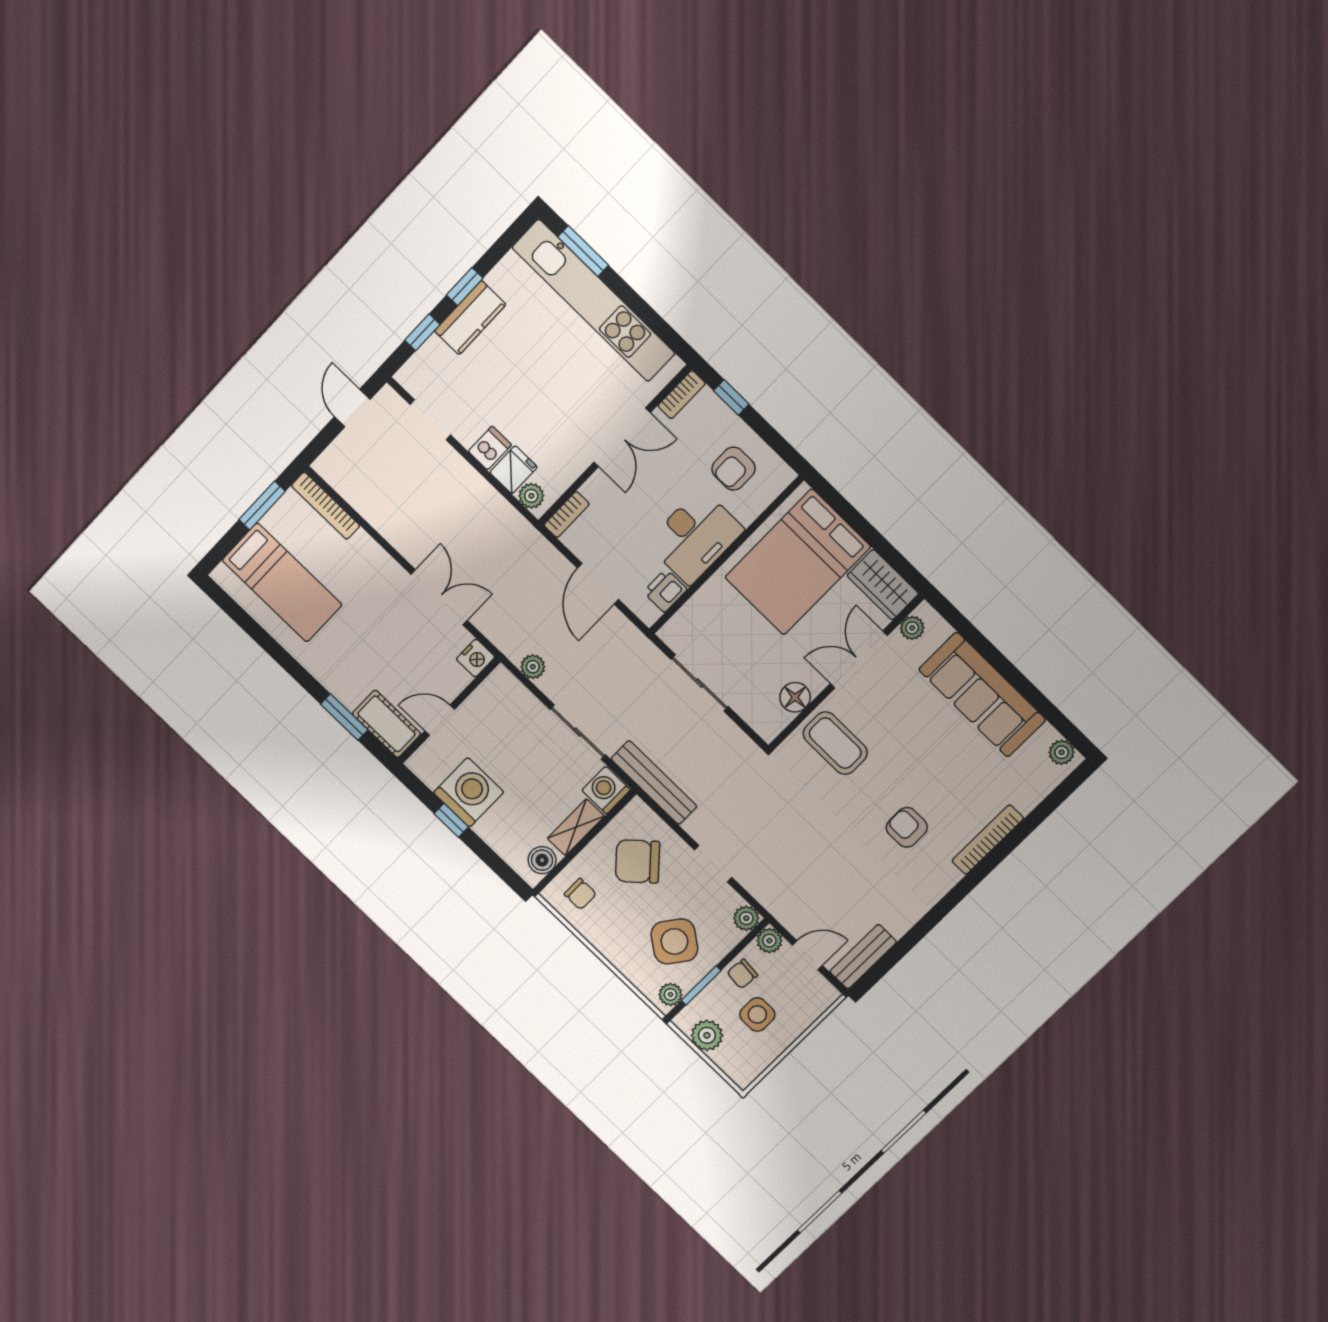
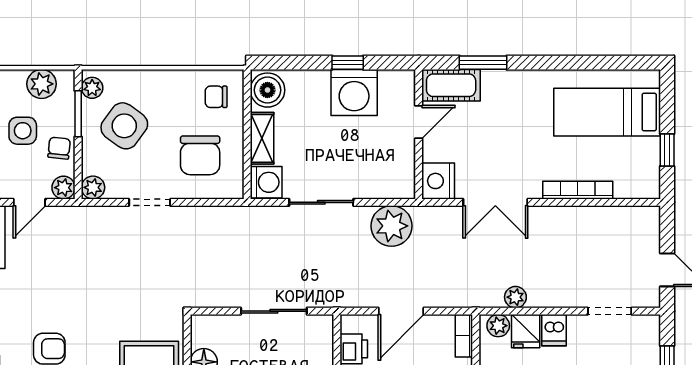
window: (262, 505) -> (667, 150), width x0.67
plant: (495, 505) -> (515, 297), added
bookcase: (326, 506) -> (578, 190), moved
door: (598, 584) -> (401, 311), swing flipped
nightstand: (476, 658) -> (438, 181), width x1.36, depth x1.33
plant: (533, 667) -> (392, 226), width x1.88, depth x1.88
bench: (654, 783) -> (240, 218), removed
boiler: (542, 860) -> (267, 90), width x1.36, depth x1.36
chair: (637, 861) -> (200, 155), turned 132

